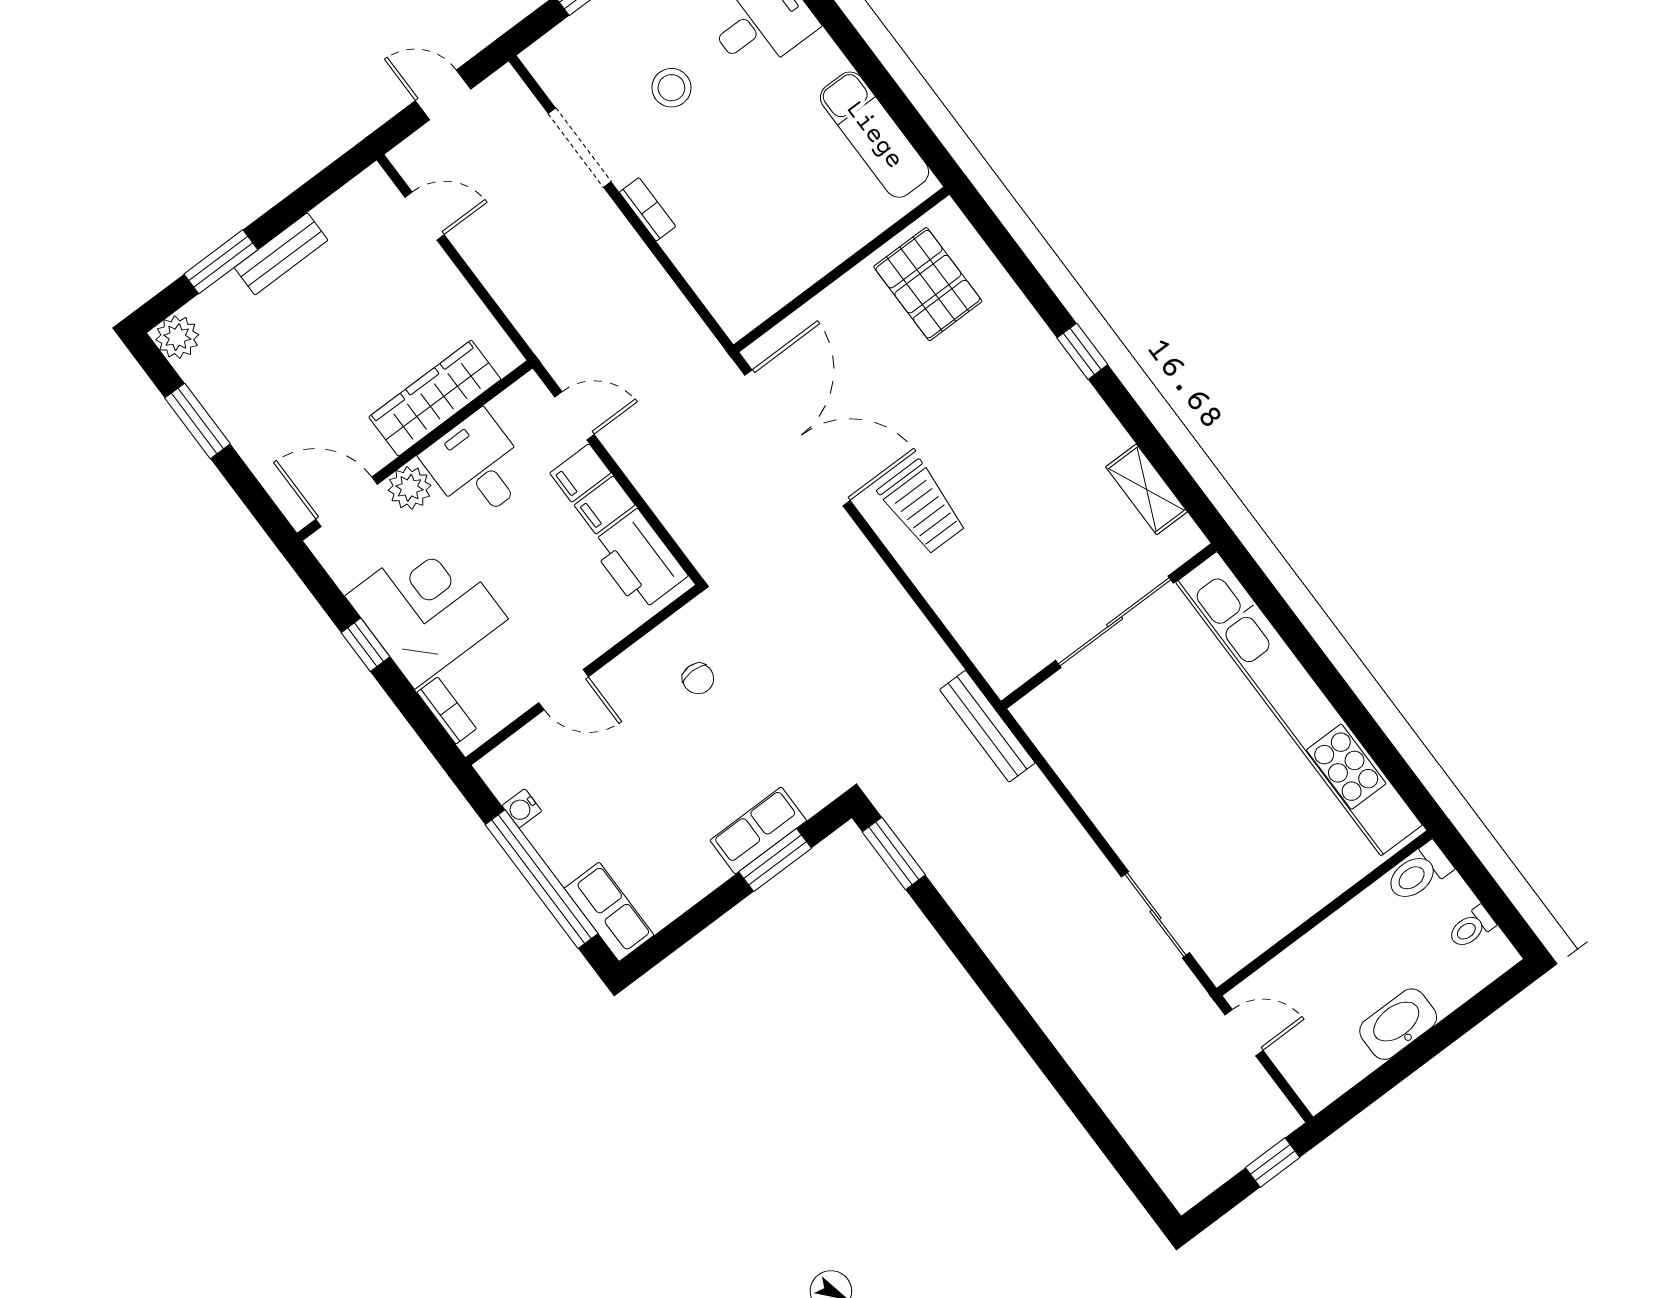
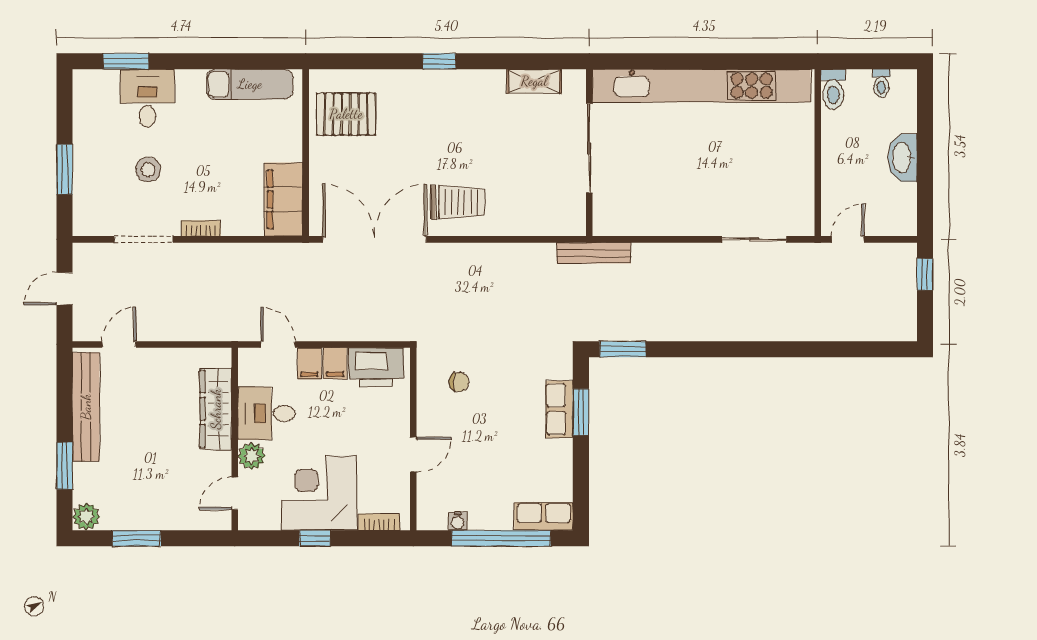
bench: (281, 254) -> (86, 407), width x1.86, depth x1.21
filing cabinet: (762, 286) -> (283, 199), added
door: (574, 416) -> (278, 344), hinge flipped
door: (347, 502) -> (235, 493), width x0.73

